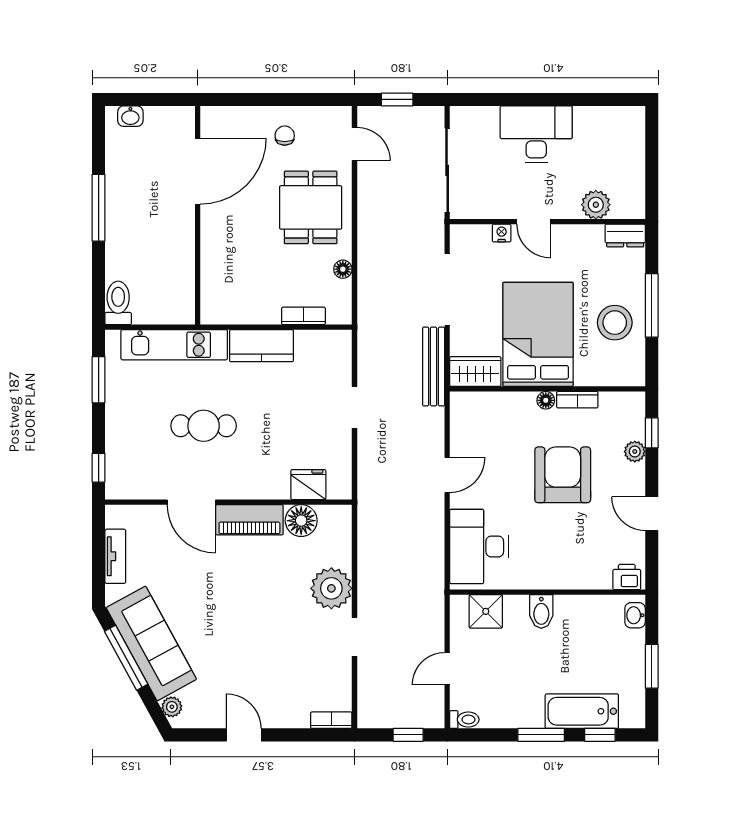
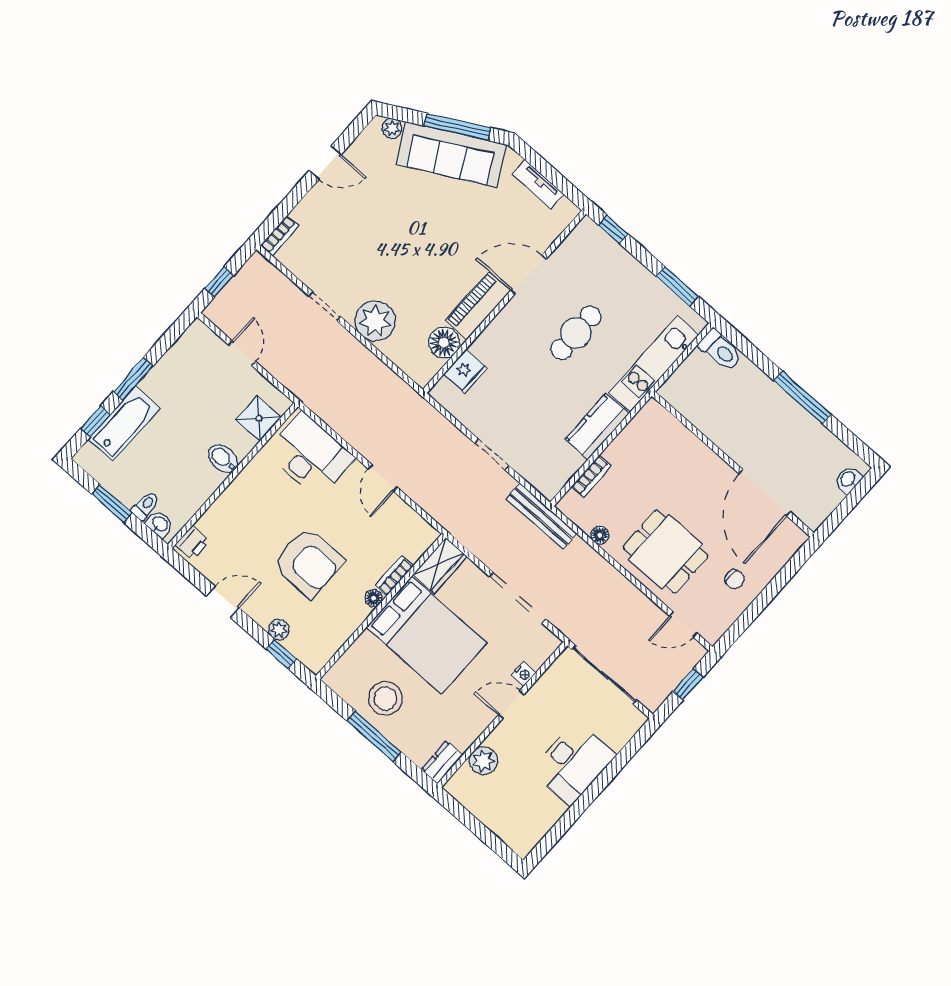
bench: (434, 366) -> (542, 516), moved
bookcase: (577, 400) -> (394, 576), moved
toilet: (464, 720) -> (145, 506), moved, turned 180

